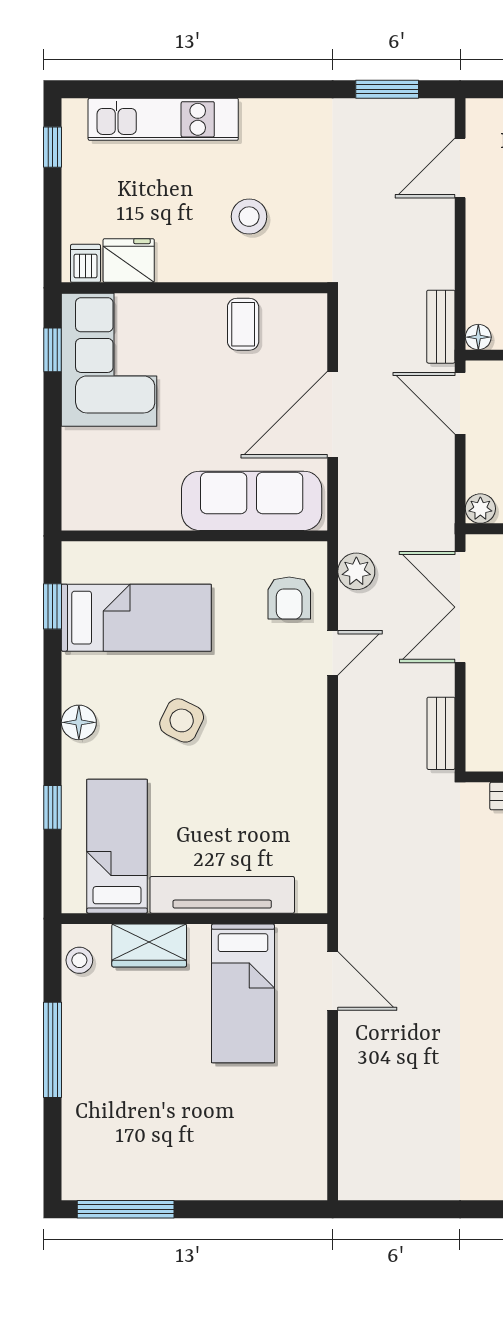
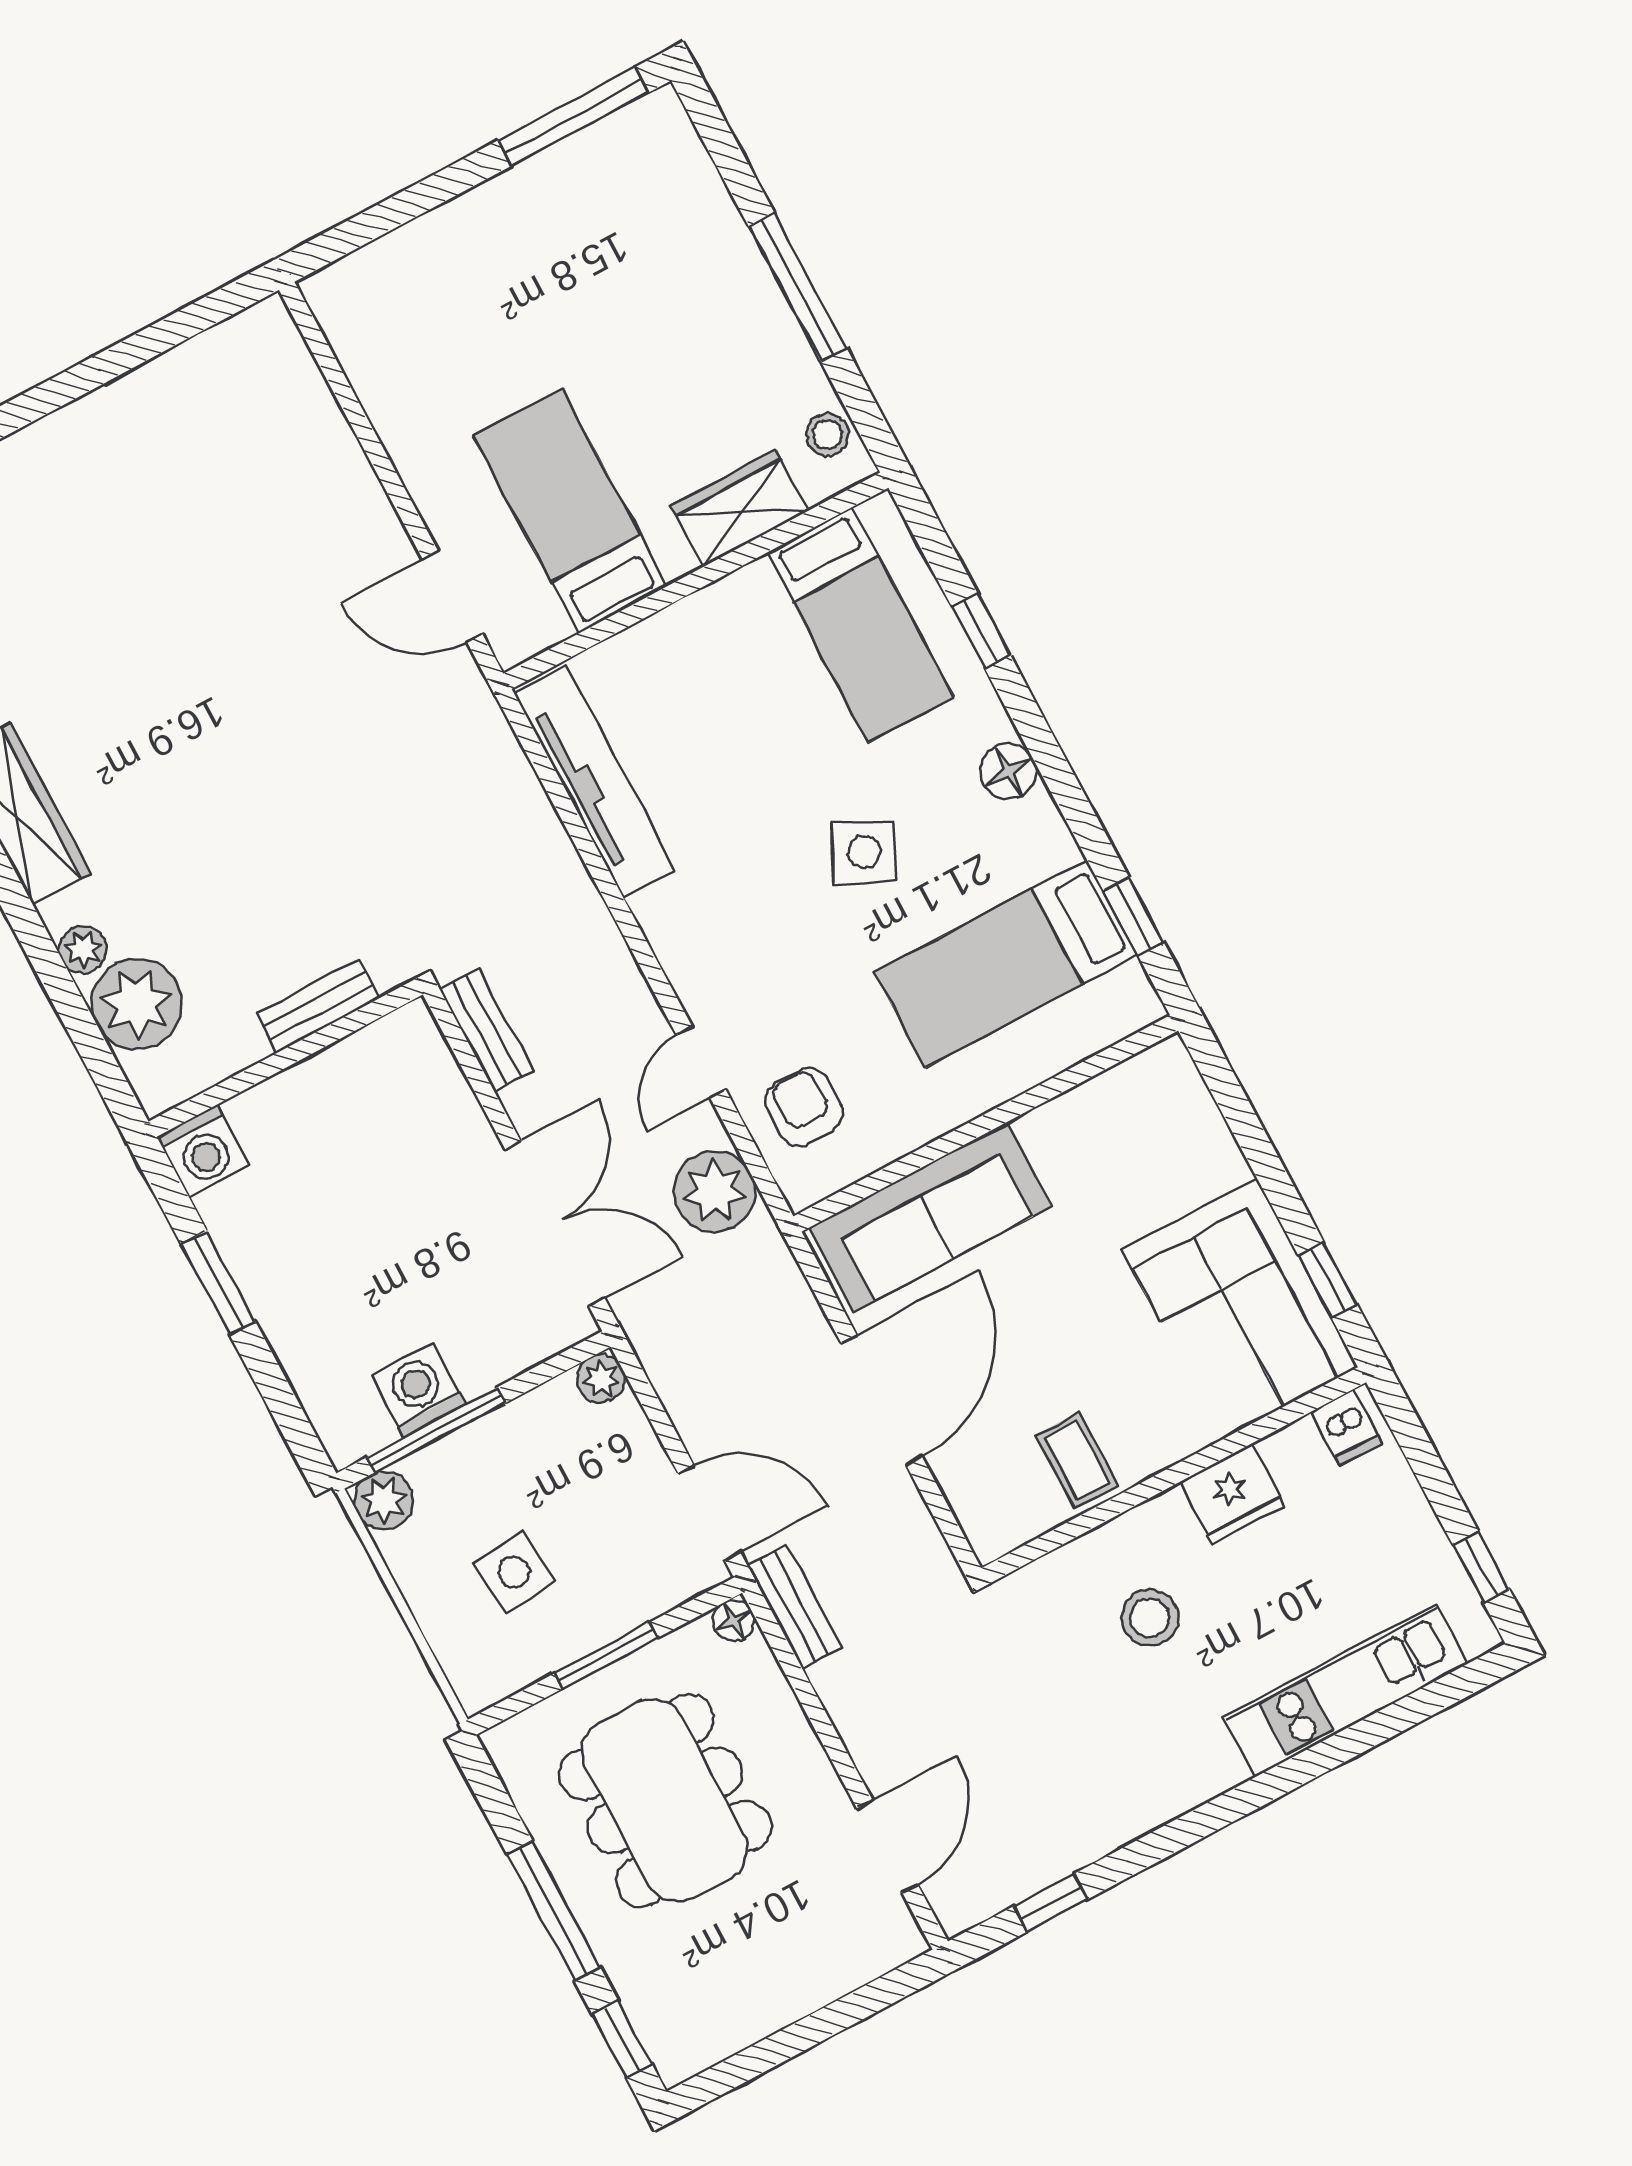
window: (387, 89) -> (1051, 1903), width x0.67
fridge: (129, 260) -> (1232, 1494), moved
plant: (356, 571) -> (715, 1191), width x1.36, depth x1.36
tv unit: (222, 895) -> (595, 781), moved, turned -90

